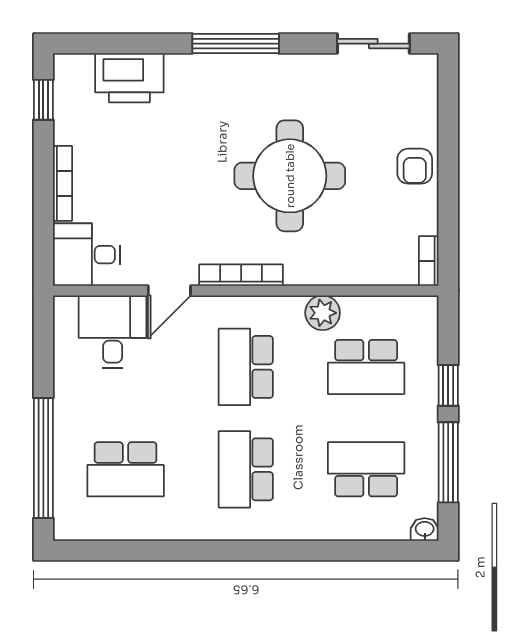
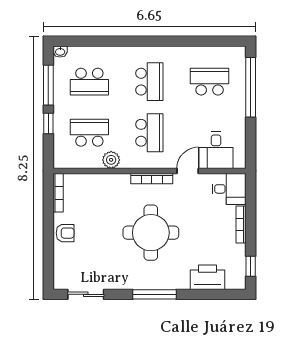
armchair: (415, 166) -> (65, 233), turned 90
round table: (290, 176) -> (151, 233), moved
bookcase: (429, 261) -> (58, 193), width x1.56

